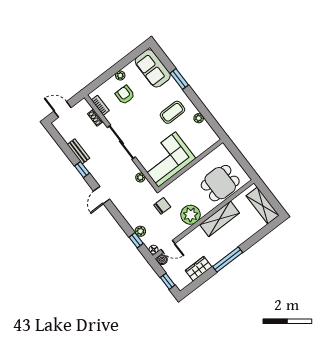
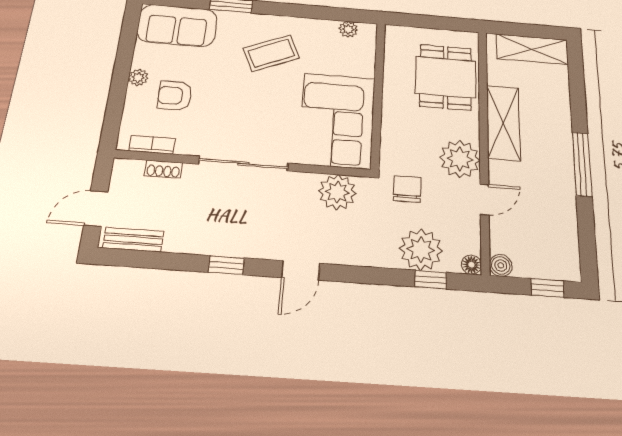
coffee table: (172, 112) -> (271, 53), turned 66
plant: (199, 118) -> (348, 29), moved
bench: (78, 151) -> (133, 240), moved
plant: (140, 178) -> (337, 192), width x1.88, depth x1.88
door: (102, 195) -> (301, 270), hinge flipped
plant: (140, 231) -> (421, 250), width x1.88, depth x1.88
door: (168, 246) -> (485, 199), moved
wardrobe: (199, 269) -> (563, 220), removed

